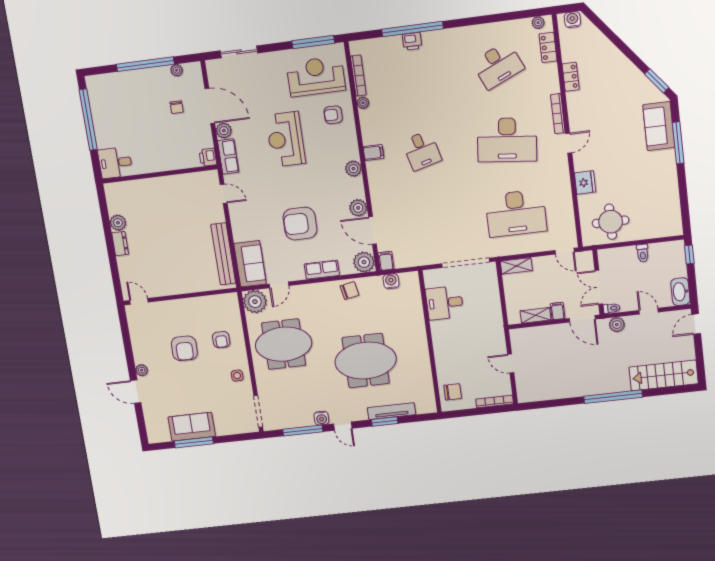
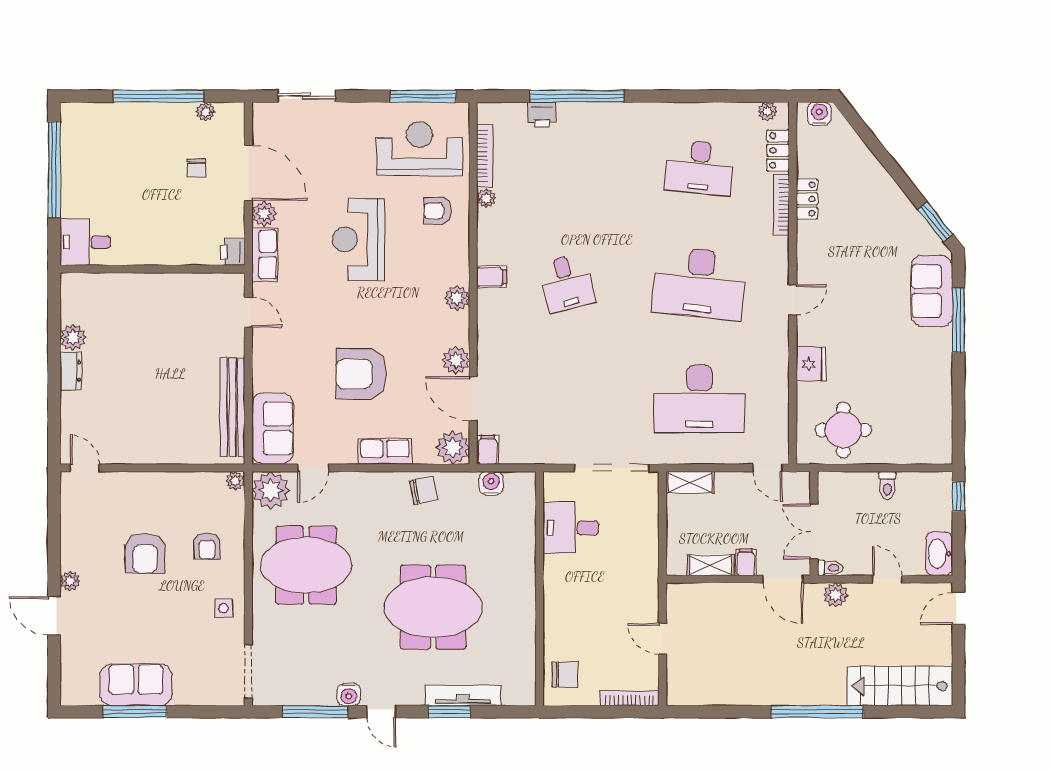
printer: (412, 41) -> (542, 115), moved
desk: (498, 65) -> (699, 168), turned 30
bookcase: (558, 114) -> (781, 205), moved
plant: (232, 298) -> (235, 481), added

